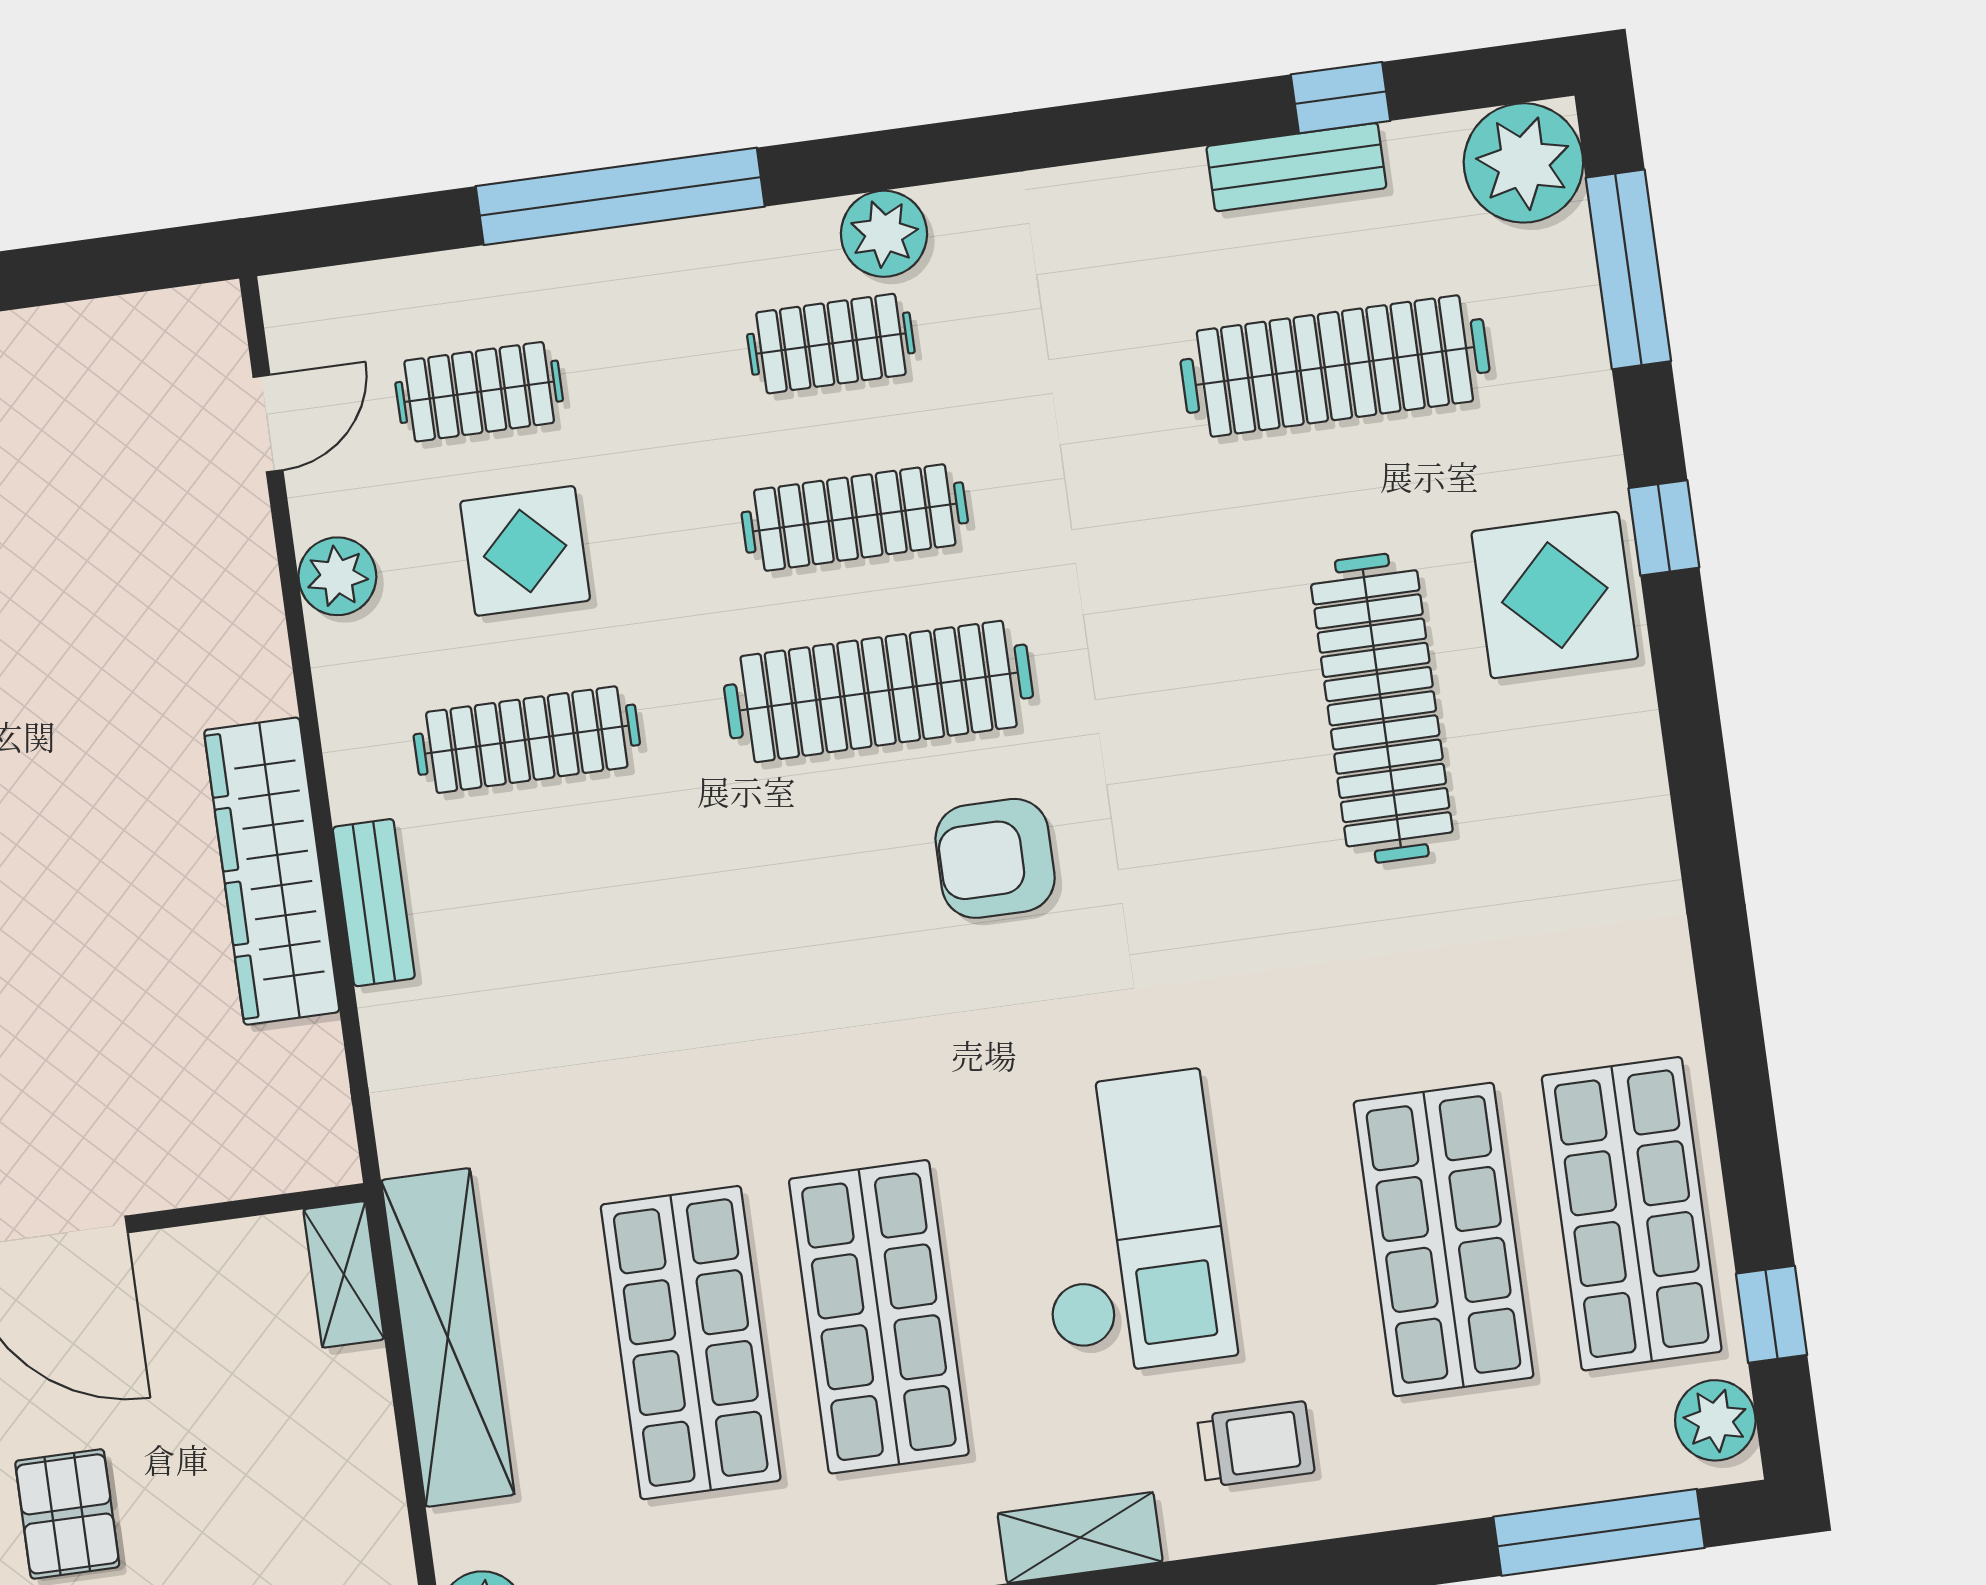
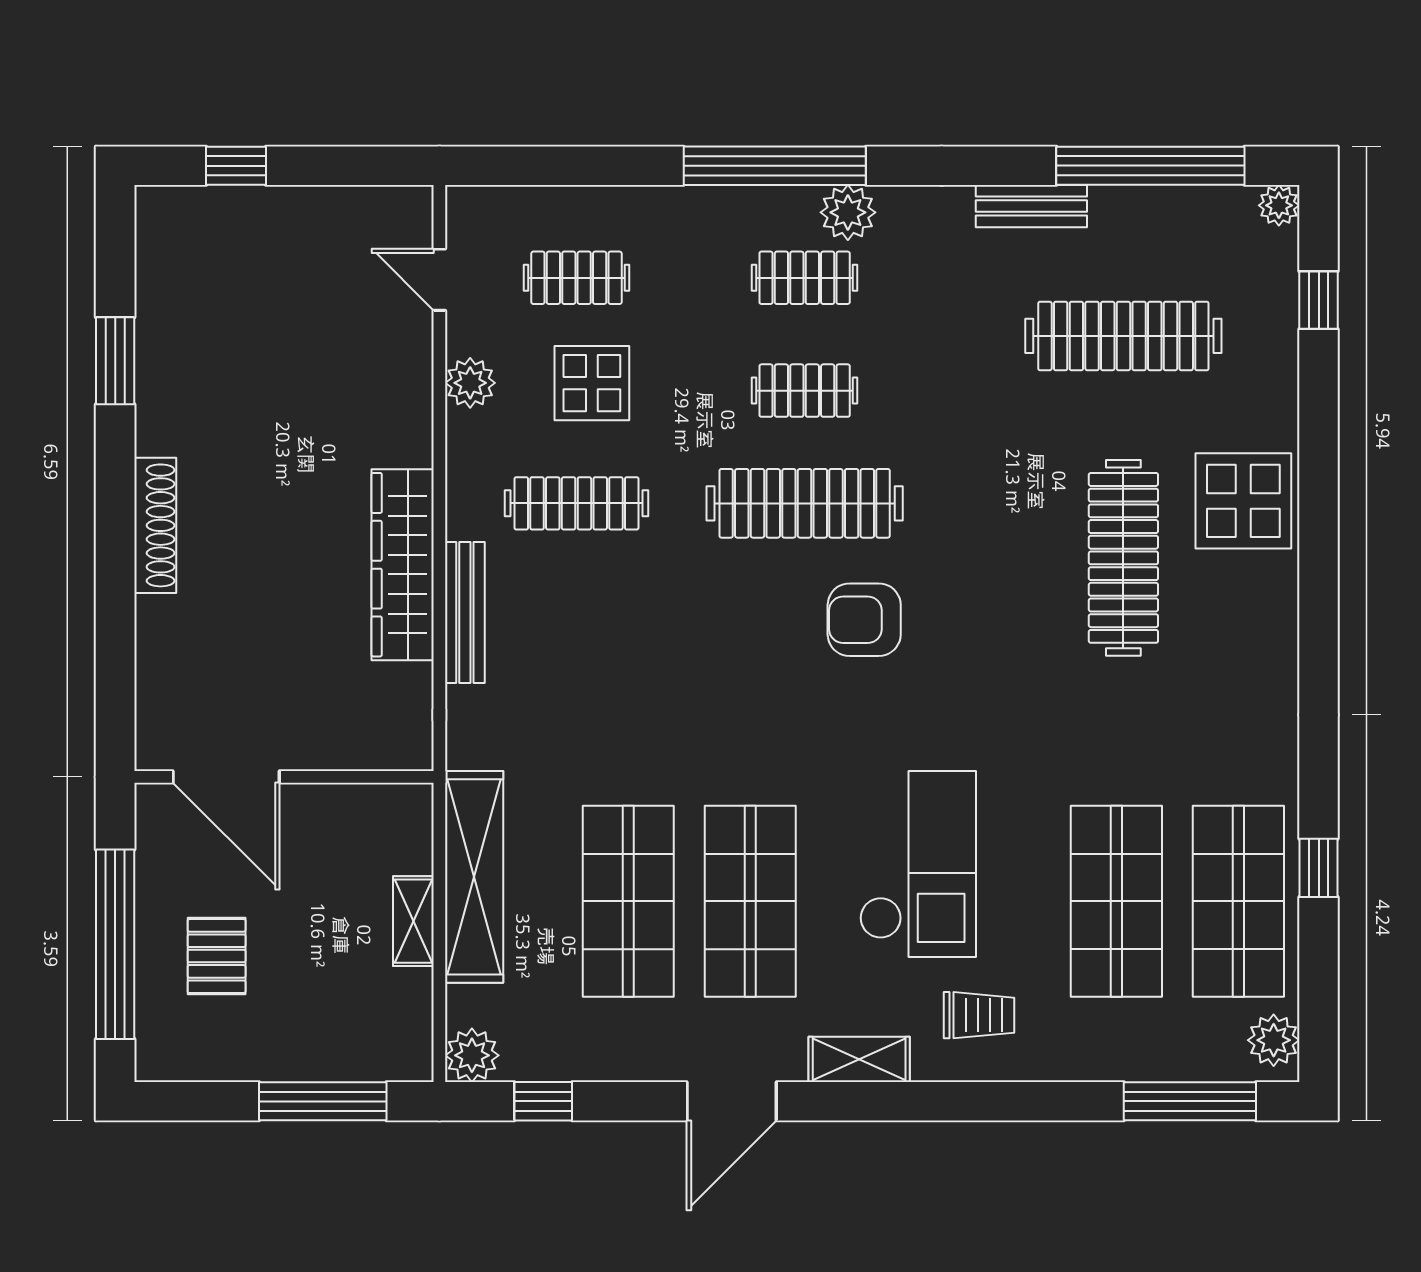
window: (1341, 98) -> (1150, 166), width x3.17
plant: (1523, 163) -> (1279, 205), width x0.53, depth x0.53
bench: (1296, 167) -> (1031, 206), moved
window: (620, 196) -> (775, 166), moved
window: (1628, 269) -> (1319, 300), width x0.46
door: (268, 424) -> (439, 280), swing flipped
clothes rail: (855, 518) -> (805, 391), width x0.73
window: (1664, 528) -> (1319, 468), removed
bench: (374, 903) -> (465, 613), width x1.36
shelving: (344, 1274) -> (413, 921), moved
window: (1772, 1314) -> (1319, 868), moved

